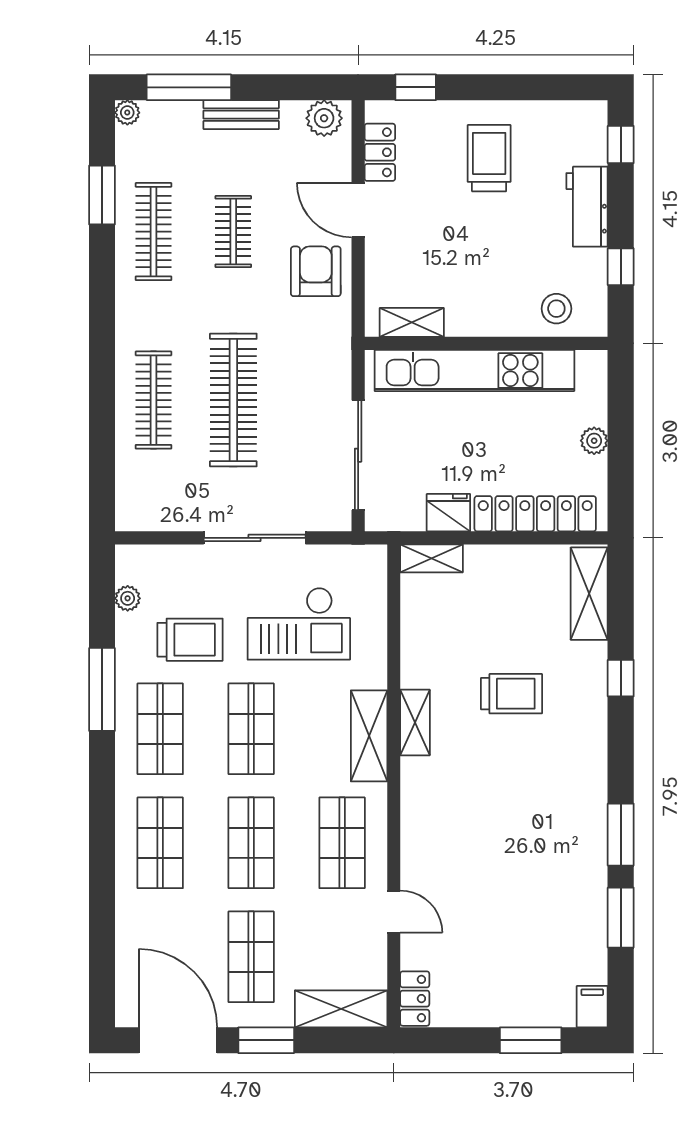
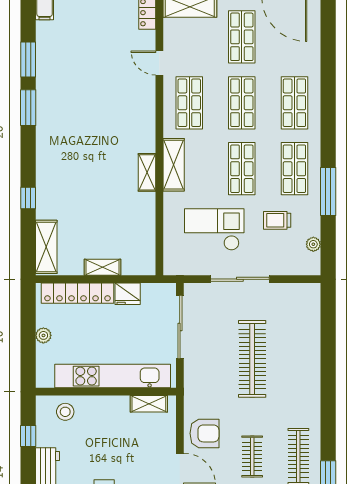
armchair: (316, 271) -> (204, 433), turned -90
clothes rail: (153, 400) -> (298, 359), removed
shelving: (432, 558) -> (103, 267), moved
trolley: (190, 640) -> (277, 220), width x0.73, depth x0.72
trolley: (511, 694) -> (91, 189), removed

